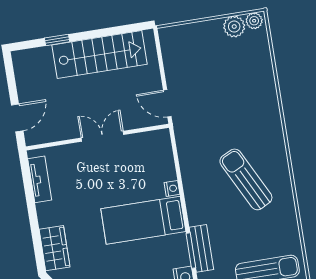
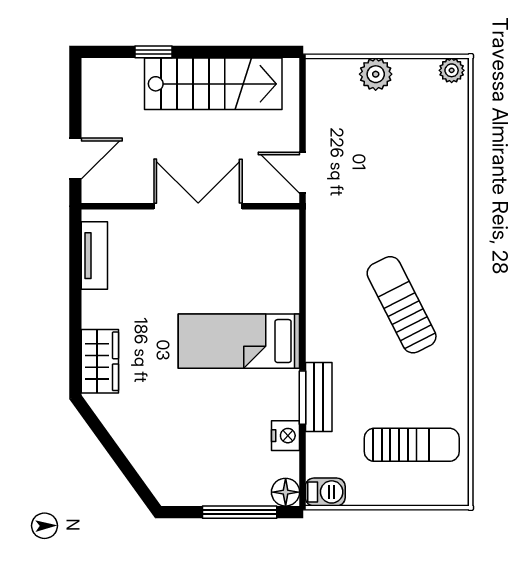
plant: (234, 27) -> (376, 74), moved
double door: (102, 136) -> (198, 206), width x1.37
nightstand: (172, 188) -> (289, 300), removed

